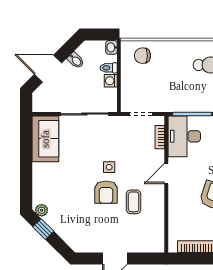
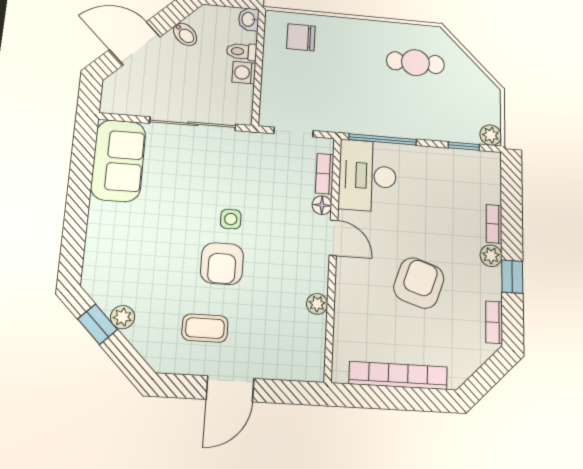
floor lamp: (159, 155) -> (322, 205), added
door: (166, 173) -> (333, 238), swing flipped
coffee table: (134, 202) -> (205, 328), moved, turned 90
plant: (42, 210) -> (122, 317), moved
plant: (159, 211) -> (317, 304), added

